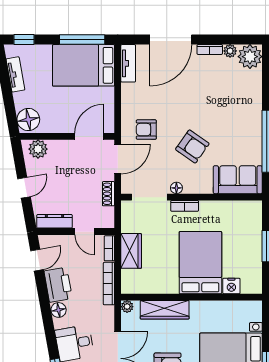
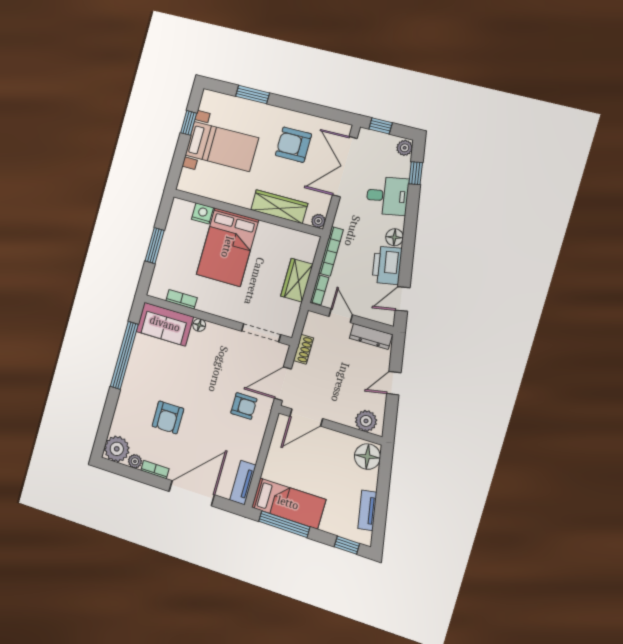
bed: (83, 65) -> (288, 503), width x0.67
armchair: (192, 146) -> (168, 417), moved, turned -125
floor lamp: (176, 188) -> (199, 325), moved
bookcase: (185, 206) -> (182, 299), moved

